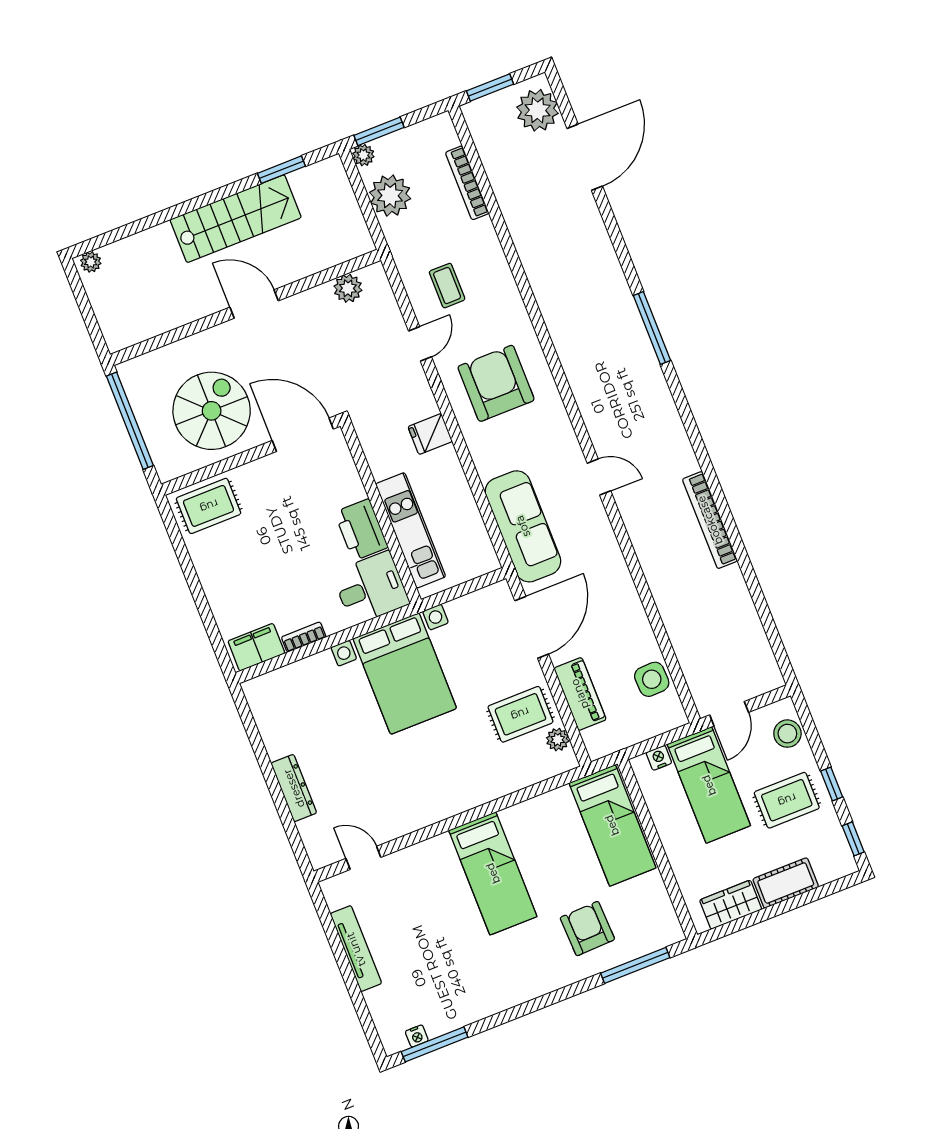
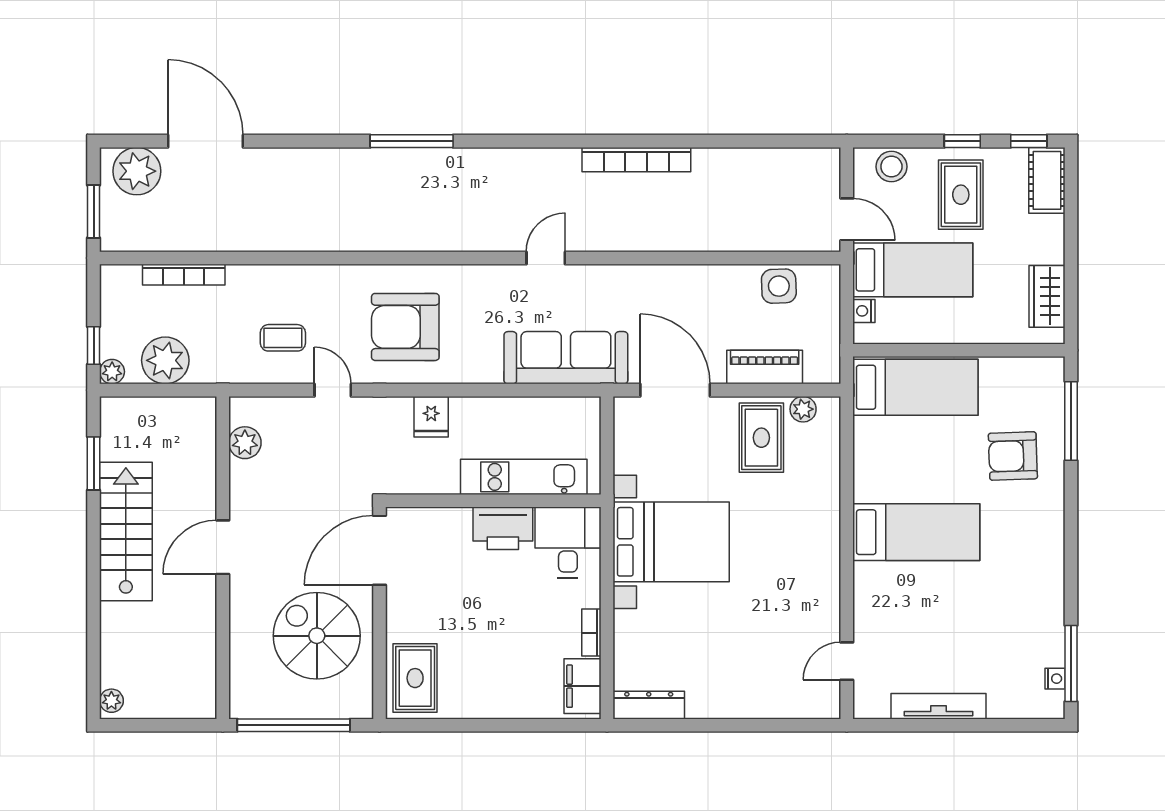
window: (379, 131) -> (94, 346), width x0.67
dresser: (294, 788) -> (649, 705), moved
cot: (786, 883) -> (1047, 180), moved

